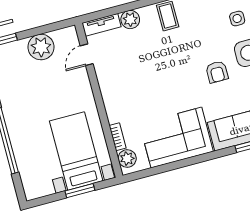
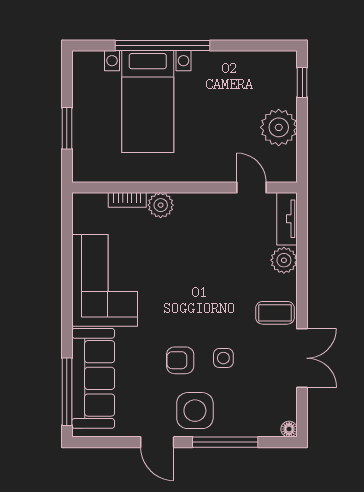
side table: (237, 19) -> (223, 358), moved
bed with nightstands: (76, 151) -> (148, 101), moved, turned 90
plant: (127, 159) -> (161, 205), moved

